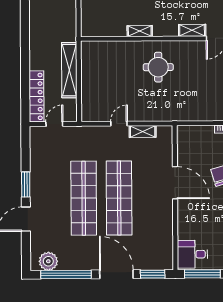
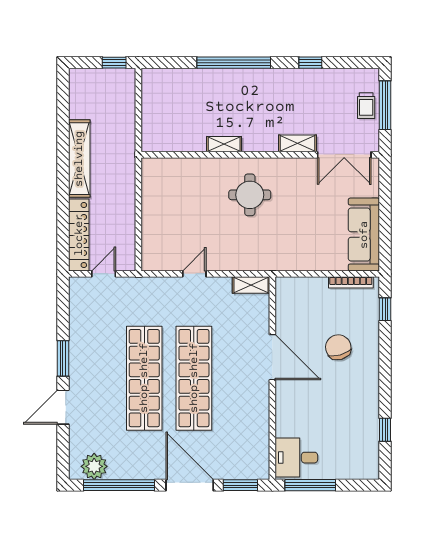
shelving: (69, 70) -> (79, 159), moved
shelving: (143, 132) -> (251, 285), moved

